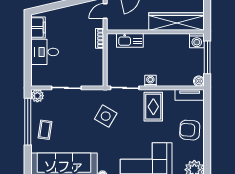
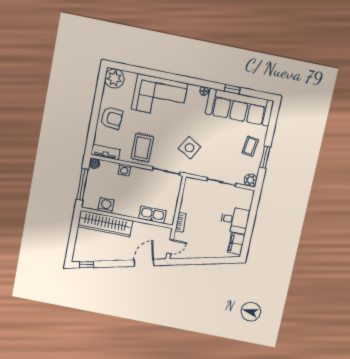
washing machine: (197, 41) -> (106, 205), moved
washing machine: (150, 81) -> (124, 170), moved
window: (28, 122) -> (265, 157), width x0.47

